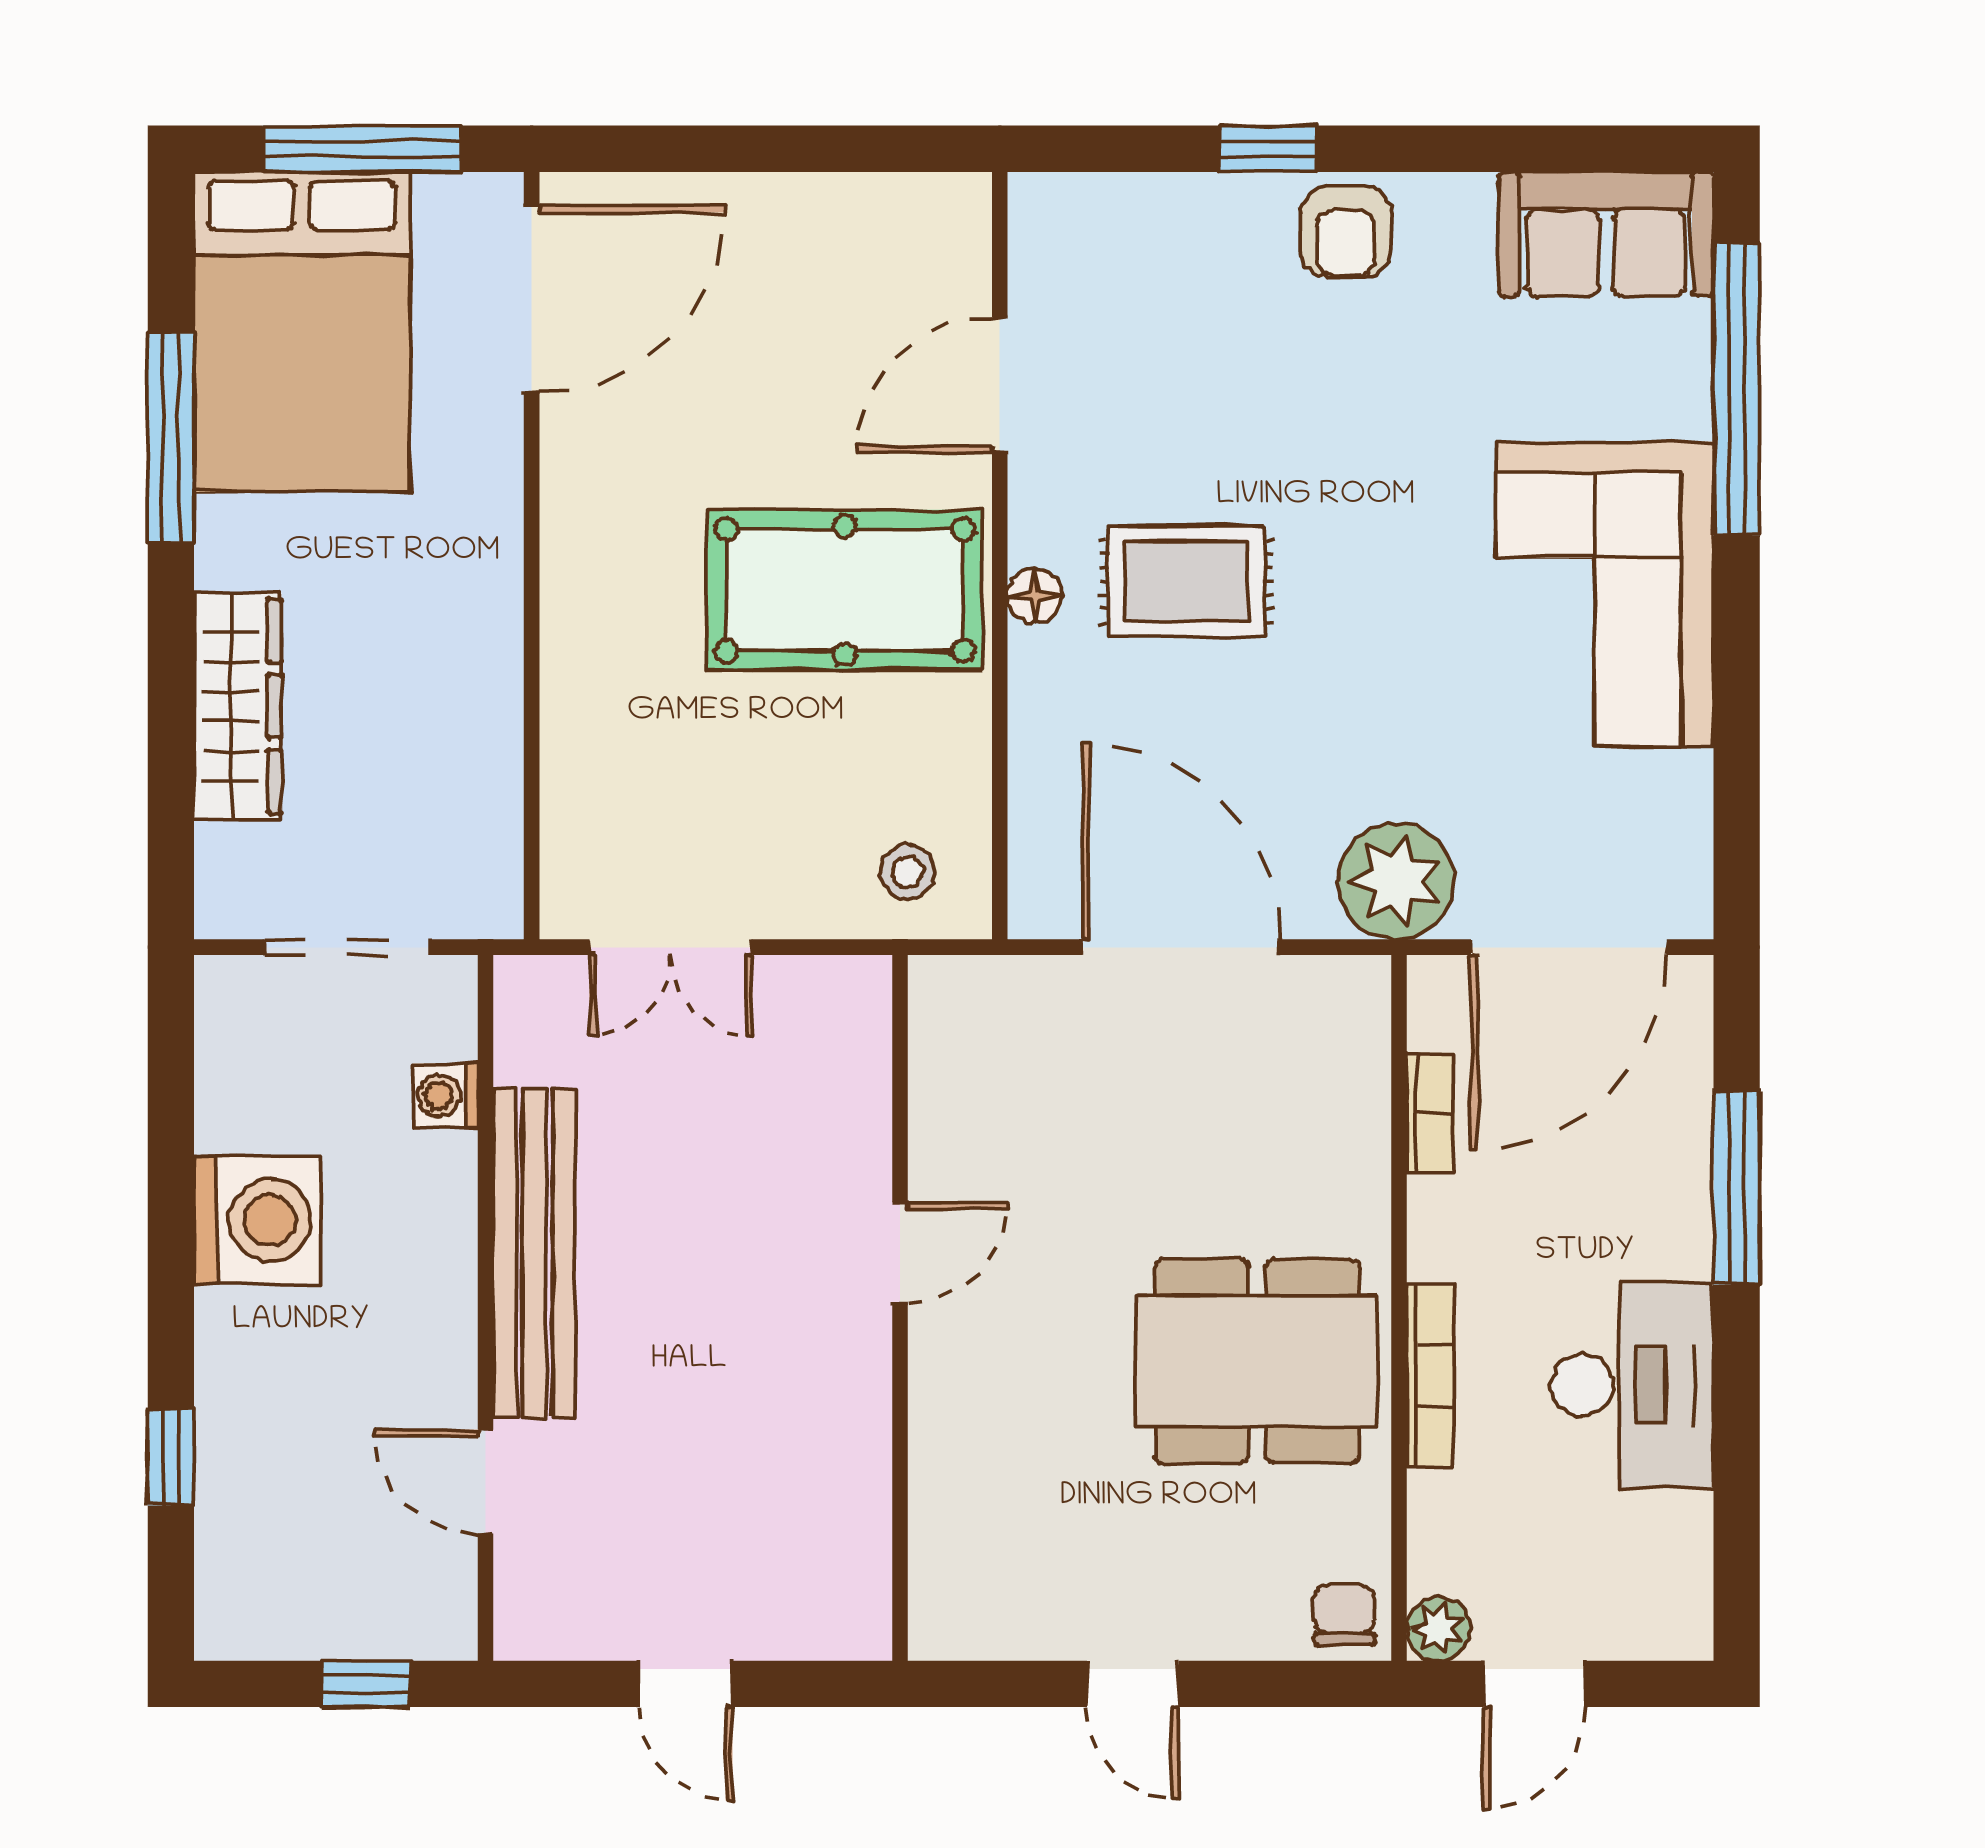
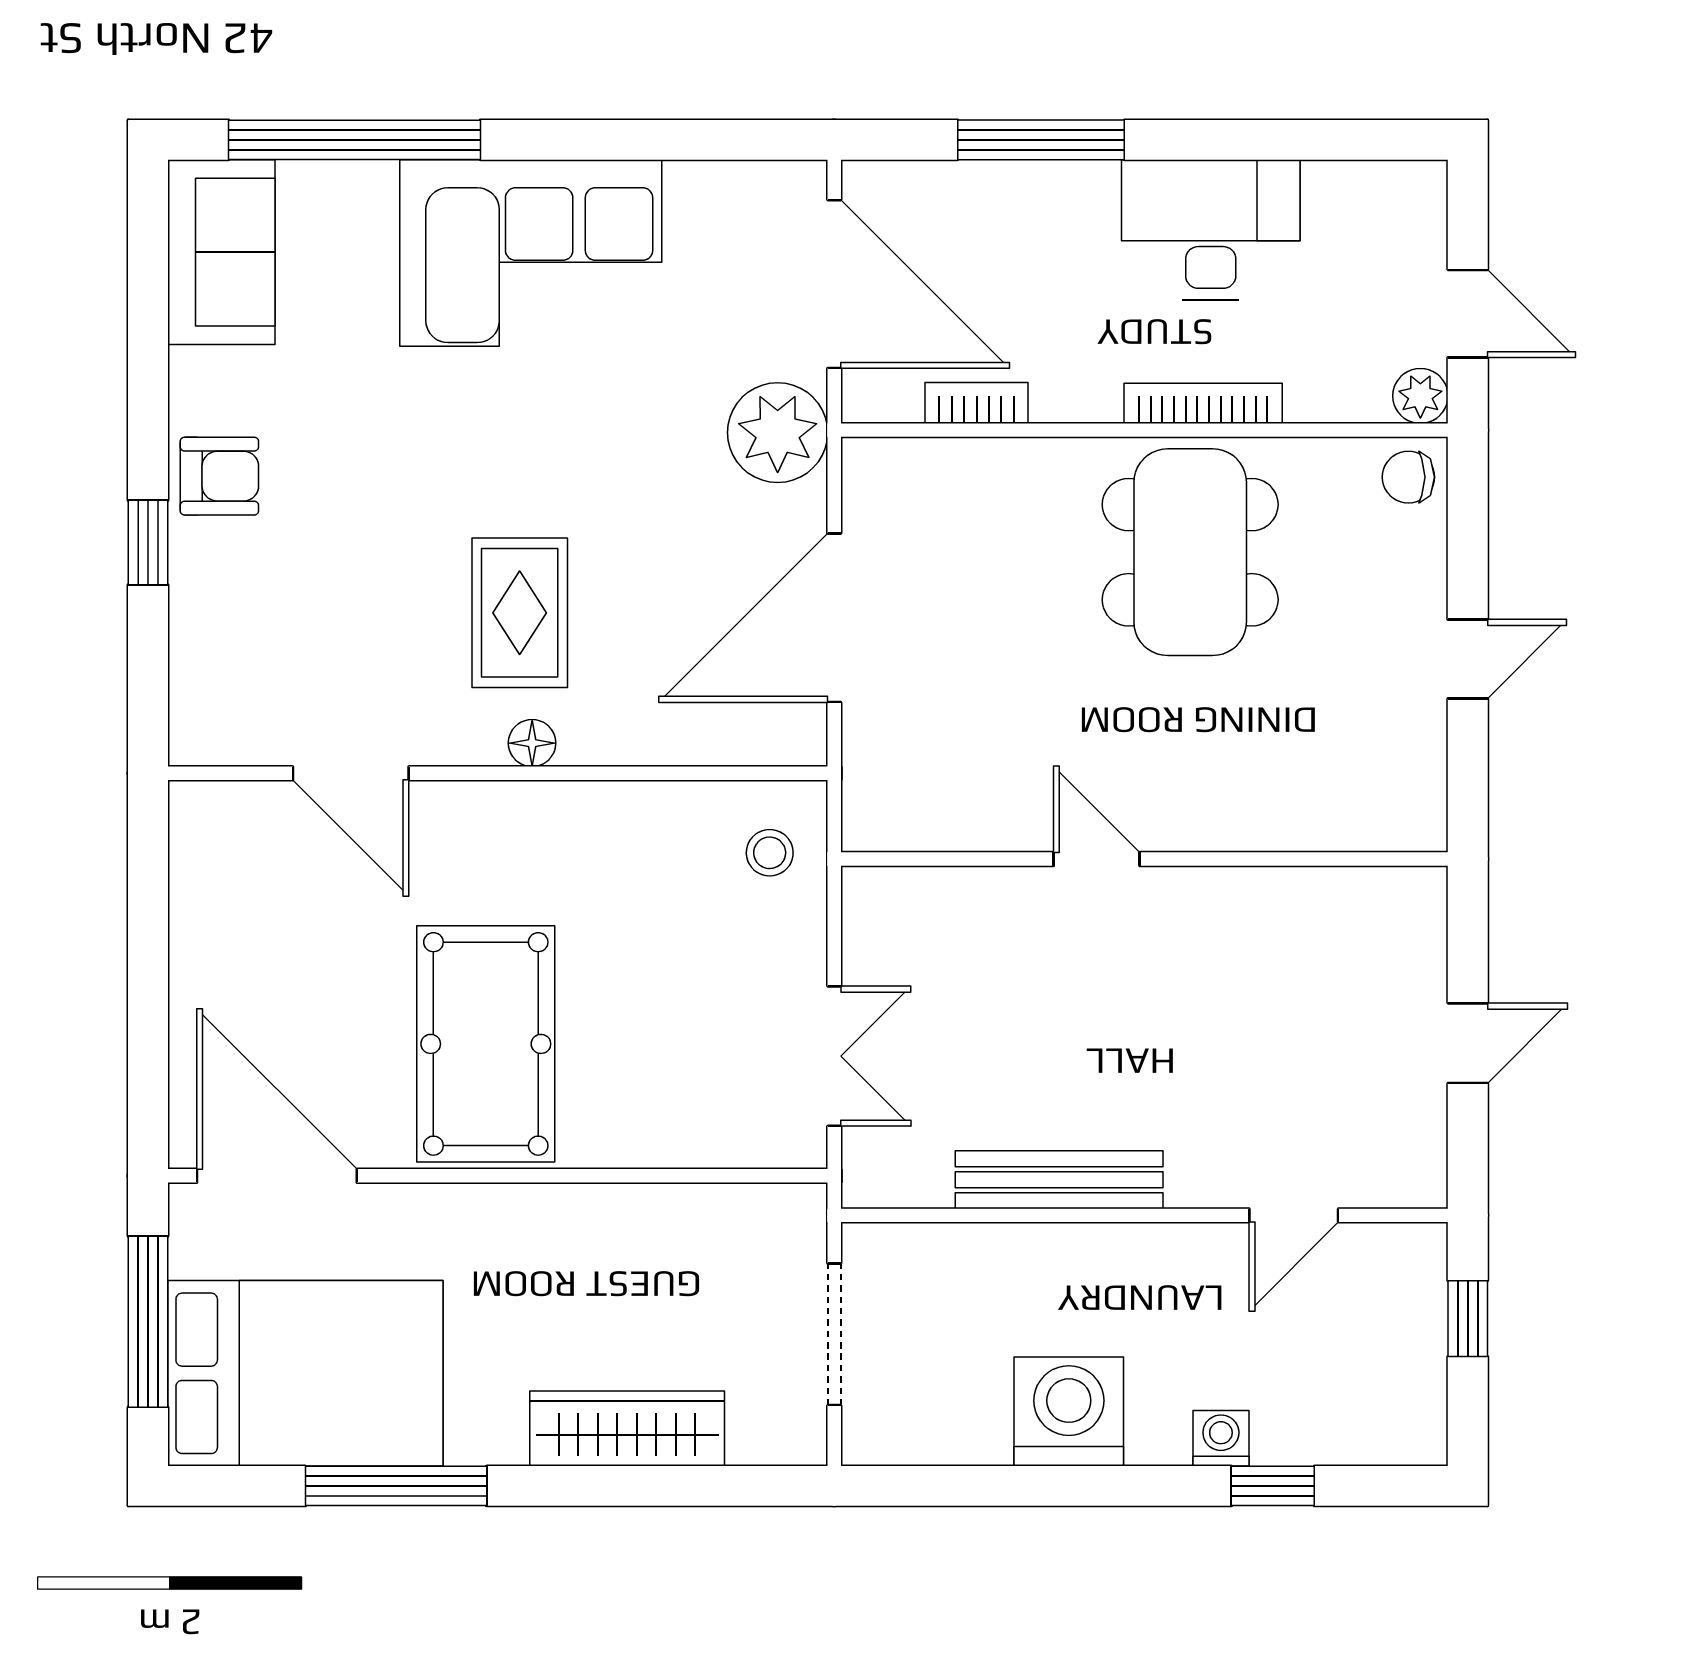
pool table: (845, 590) -> (486, 1044), moved
washing machine: (445, 1096) -> (1221, 1438), moved, turned 180
bench: (534, 1253) -> (1059, 1180), width x0.73, depth x0.82

